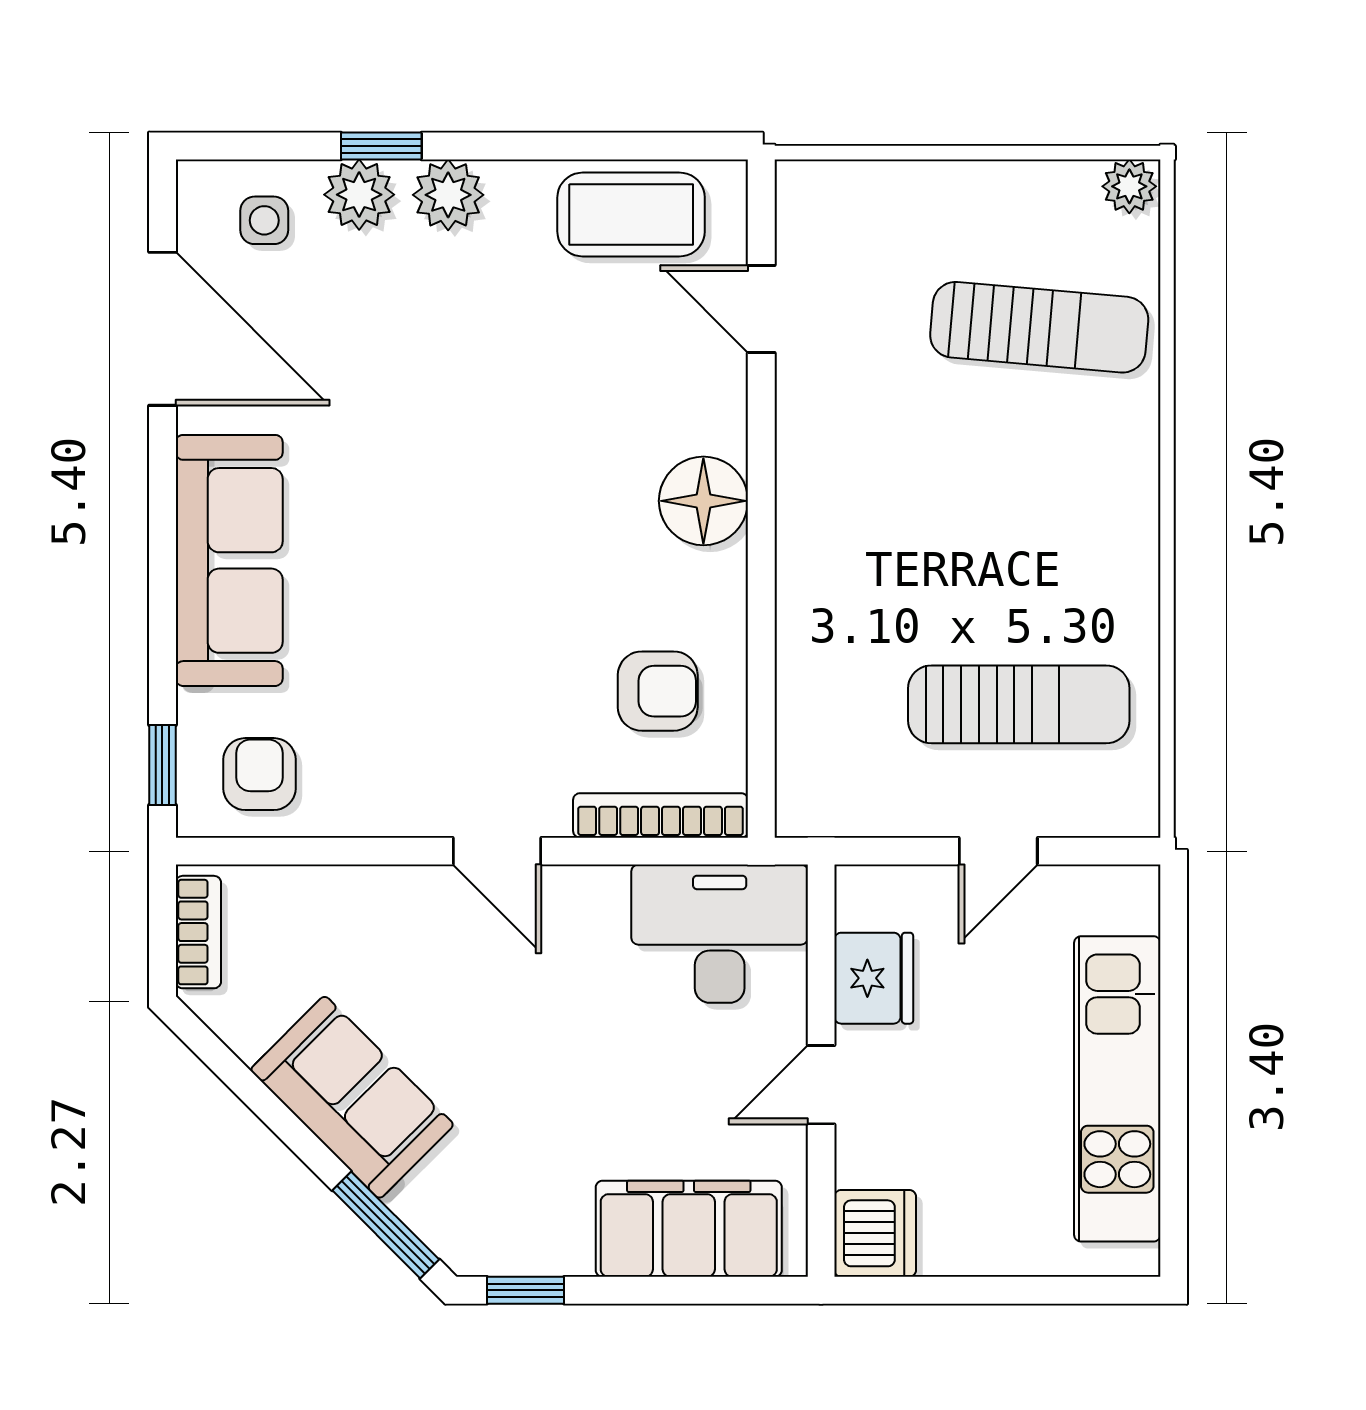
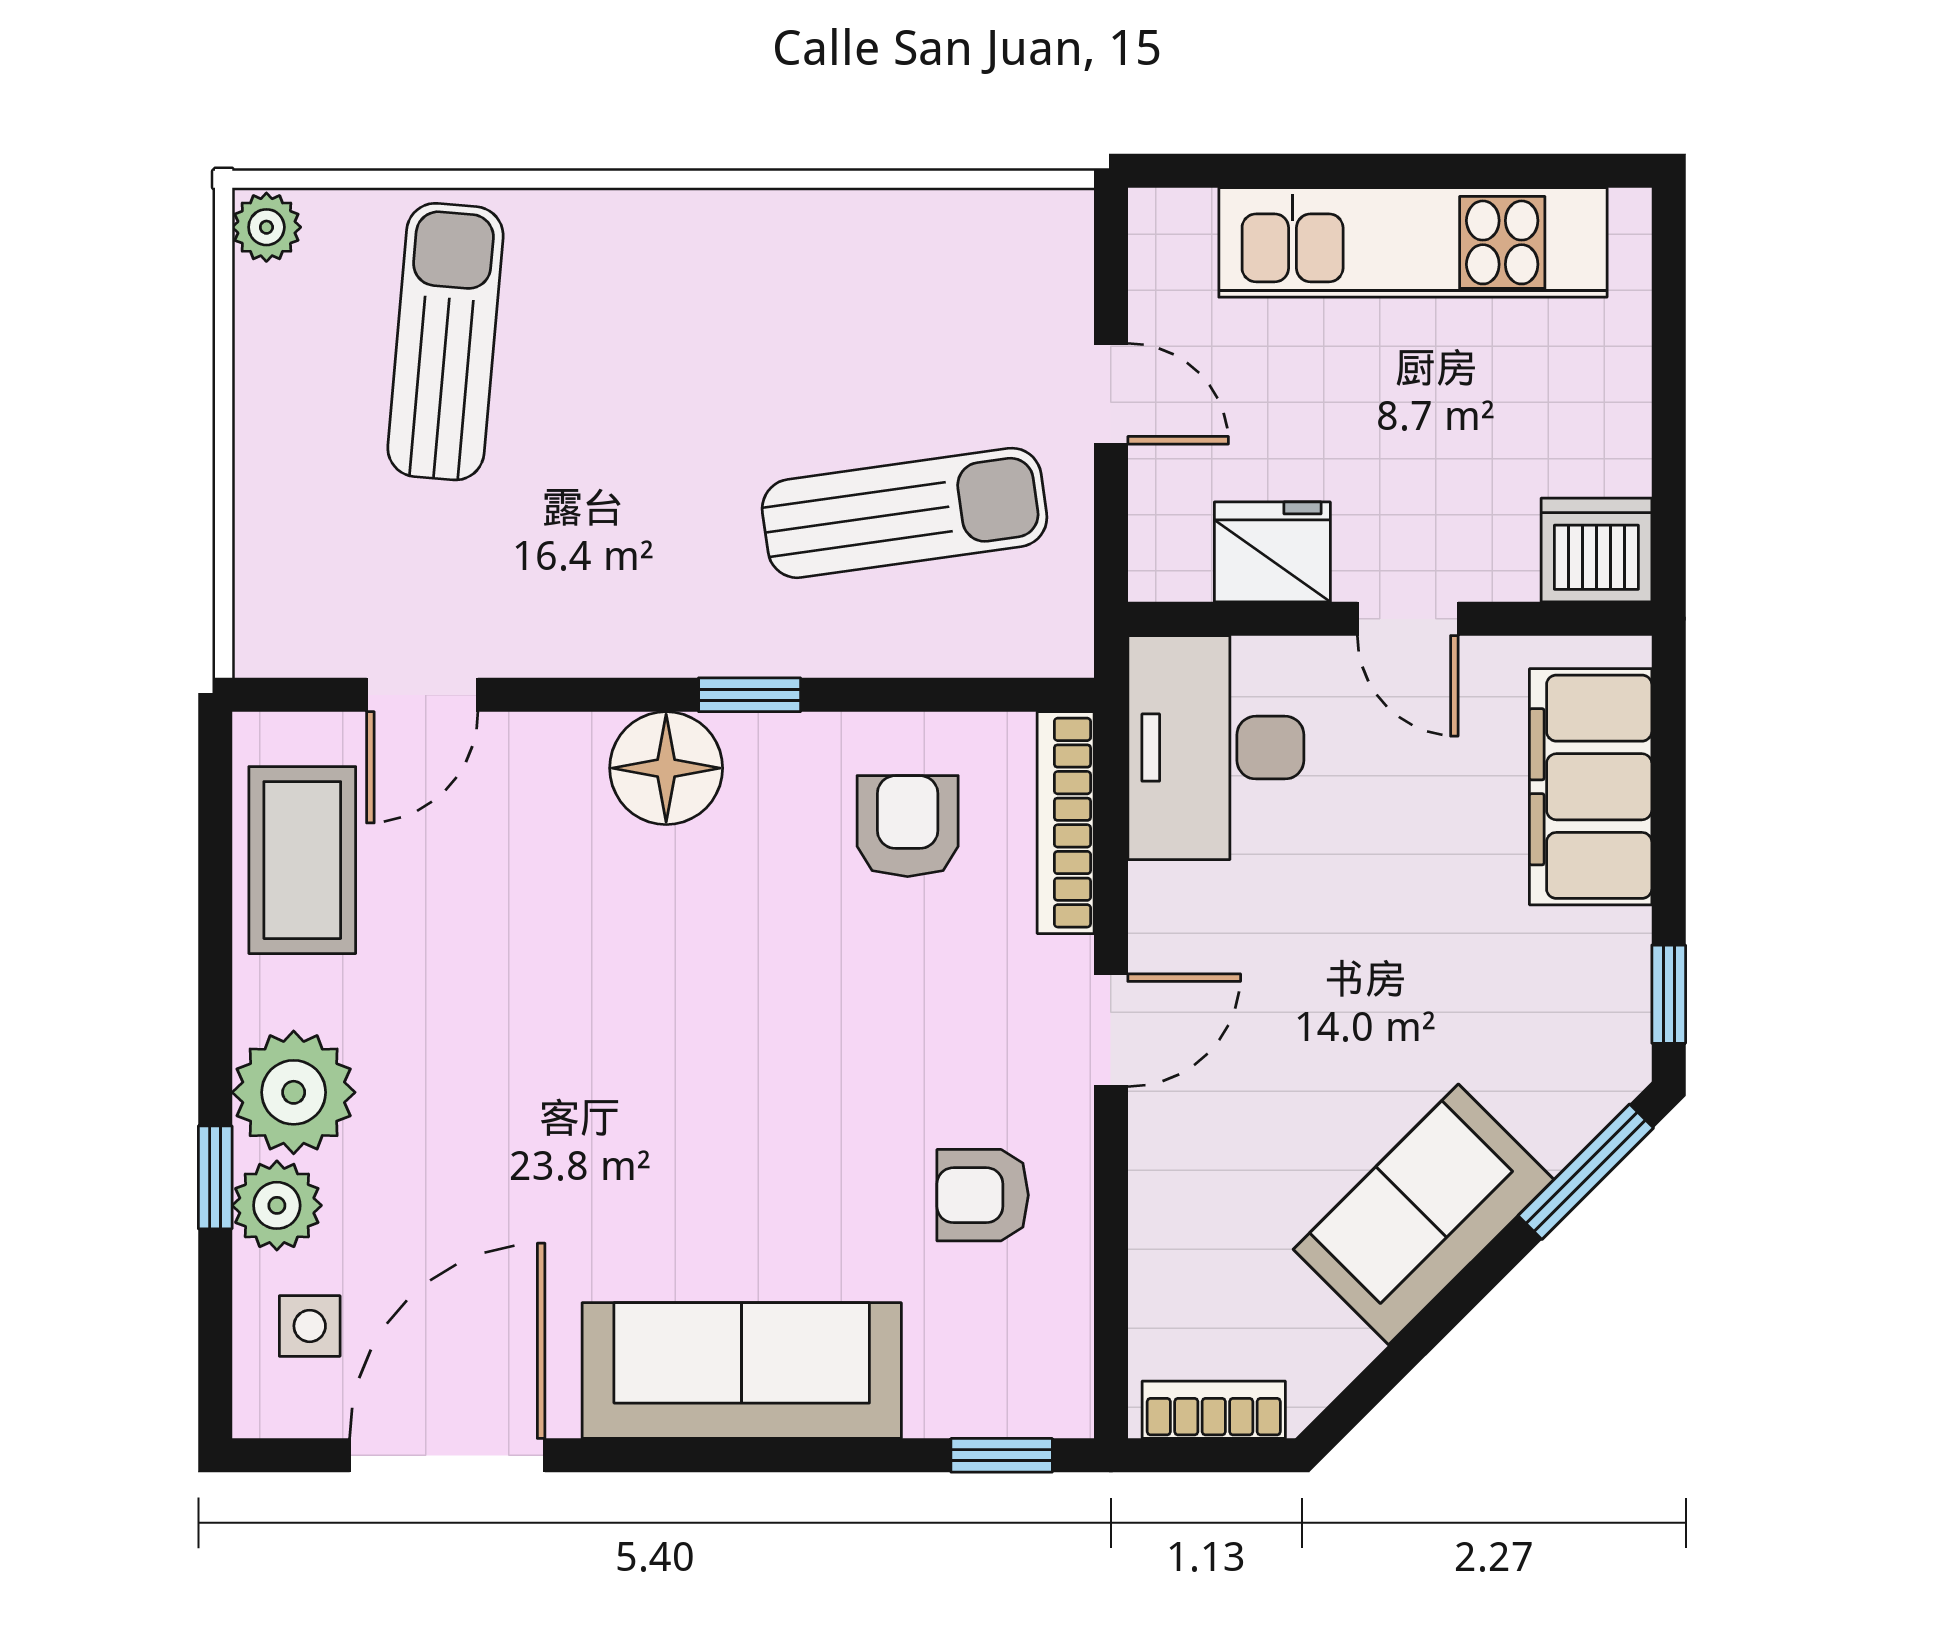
plant: (448, 195) -> (294, 1092), width x1.36, depth x1.36
window: (761, 567) -> (750, 695), added
sun lounger: (1019, 704) -> (905, 513), moved, turned 82
armchair: (259, 774) -> (983, 1195), moved

